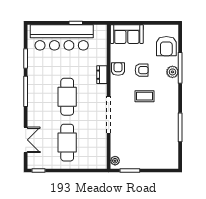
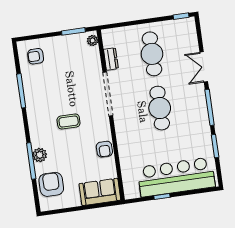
armchair: (142, 70) -> (36, 56), moved
dresser: (102, 75) -> (111, 59), moved
double door: (26, 140) -> (204, 67), moved

